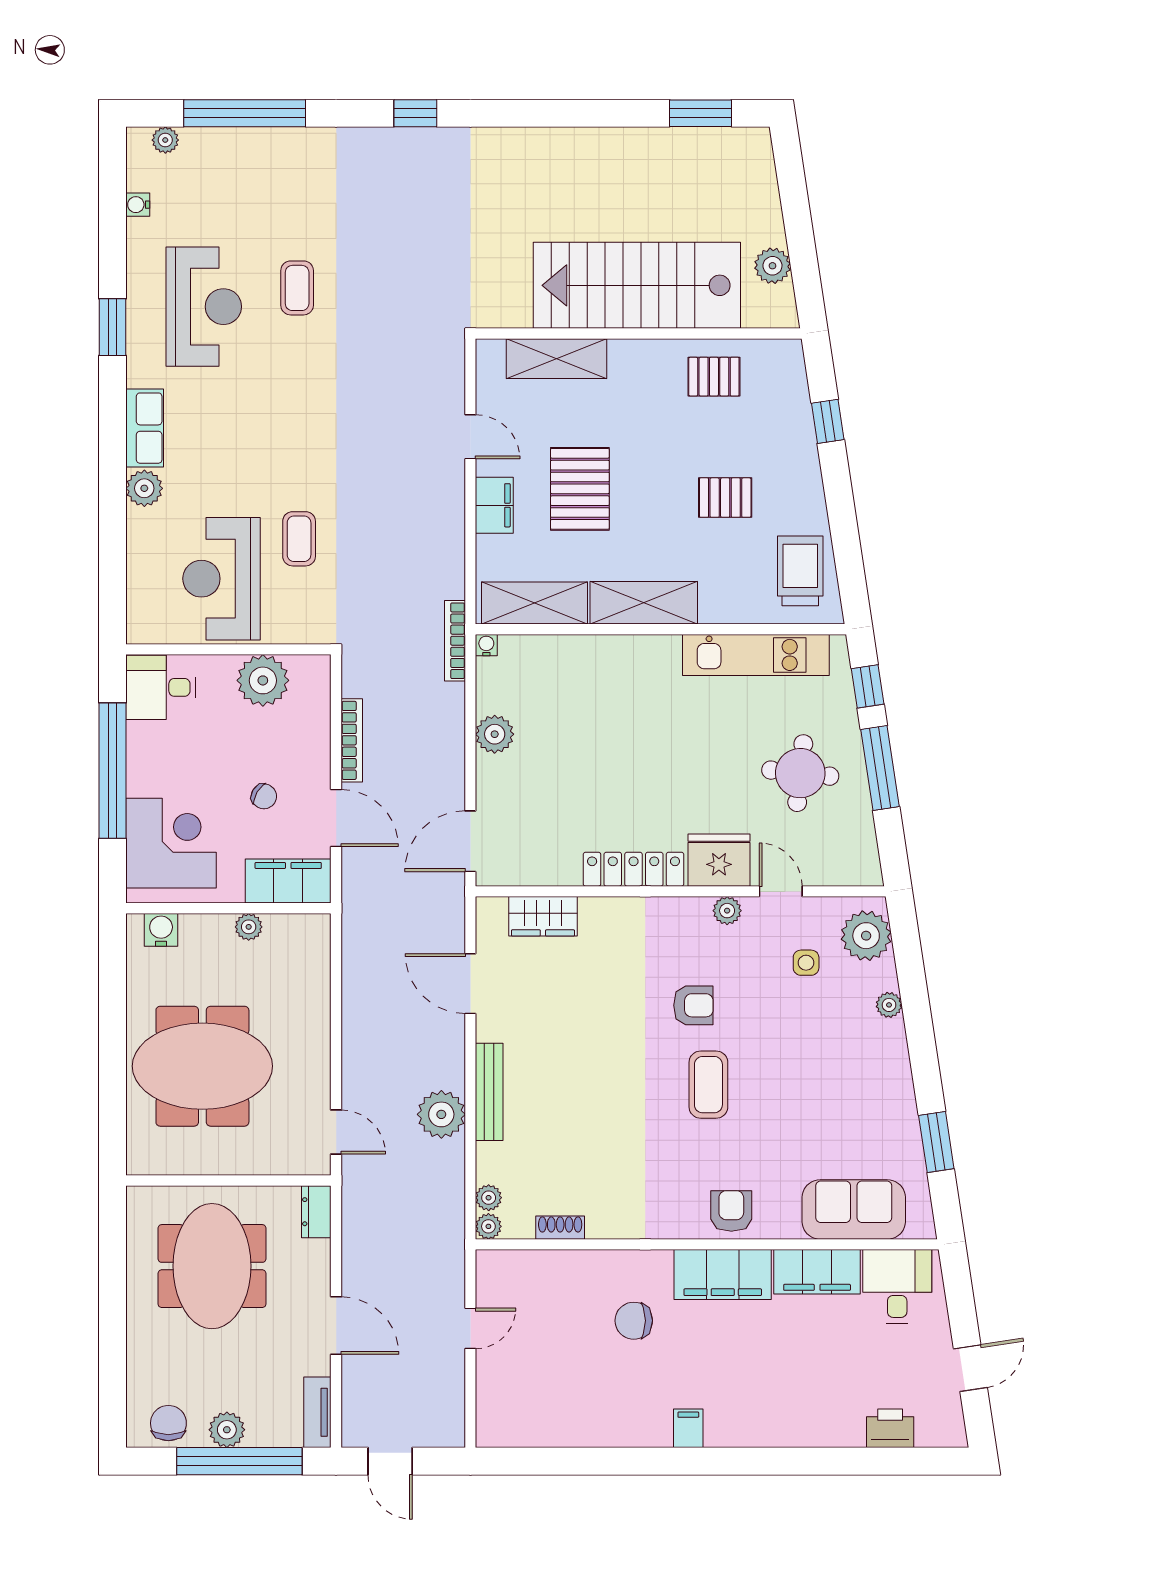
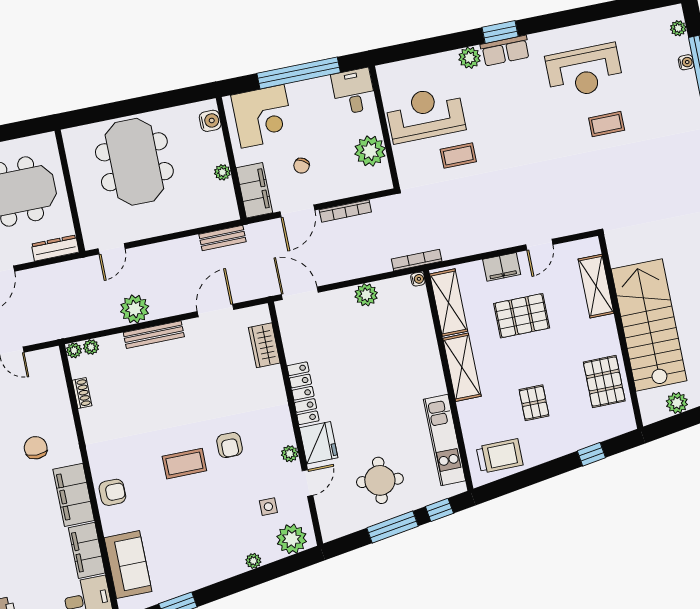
water cooler: (138, 205) -> (686, 62), moved, turned 90
window: (112, 327) -> (500, 32), moved
pallet: (714, 377) -> (604, 382), width x1.50, depth x1.42
bench: (355, 948) -> (222, 238), added
dresser: (316, 1212) -> (55, 248), width x1.44

